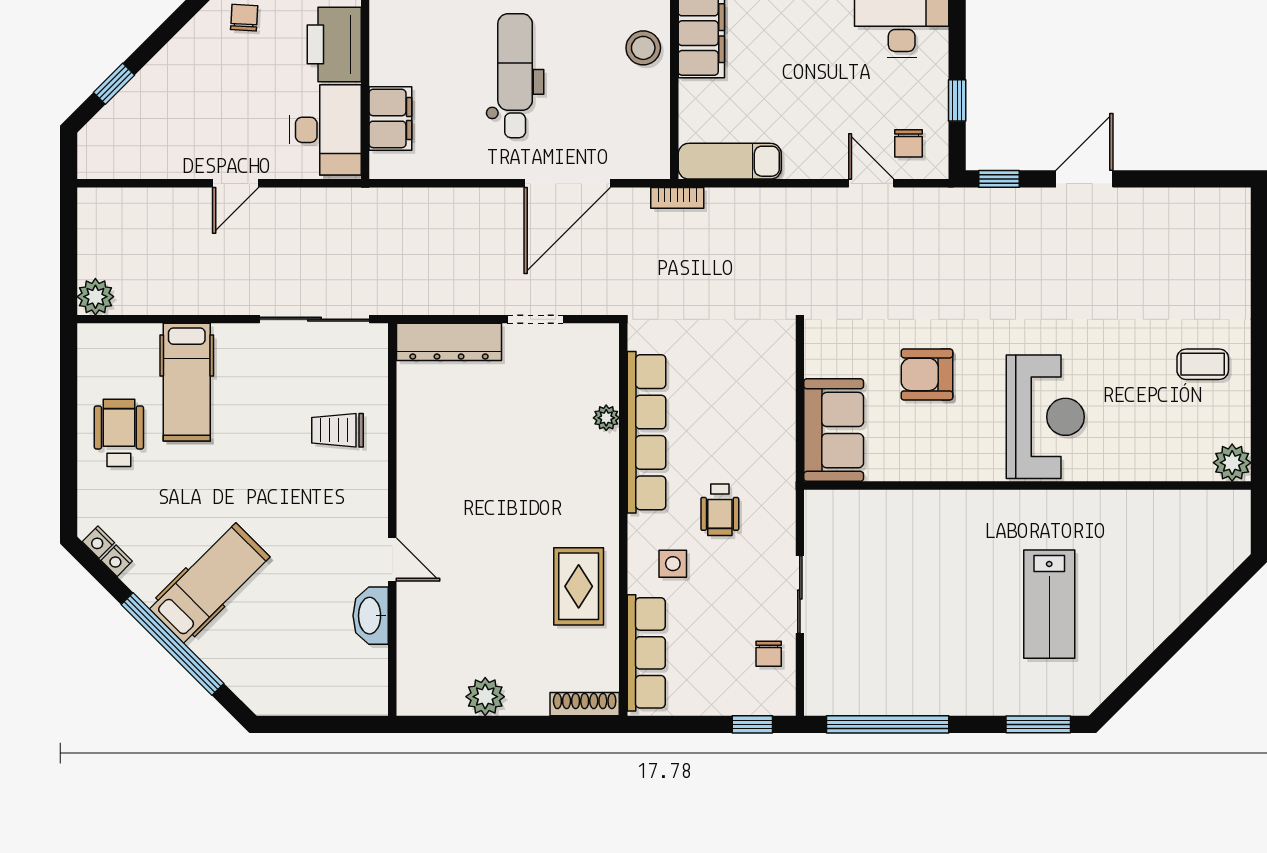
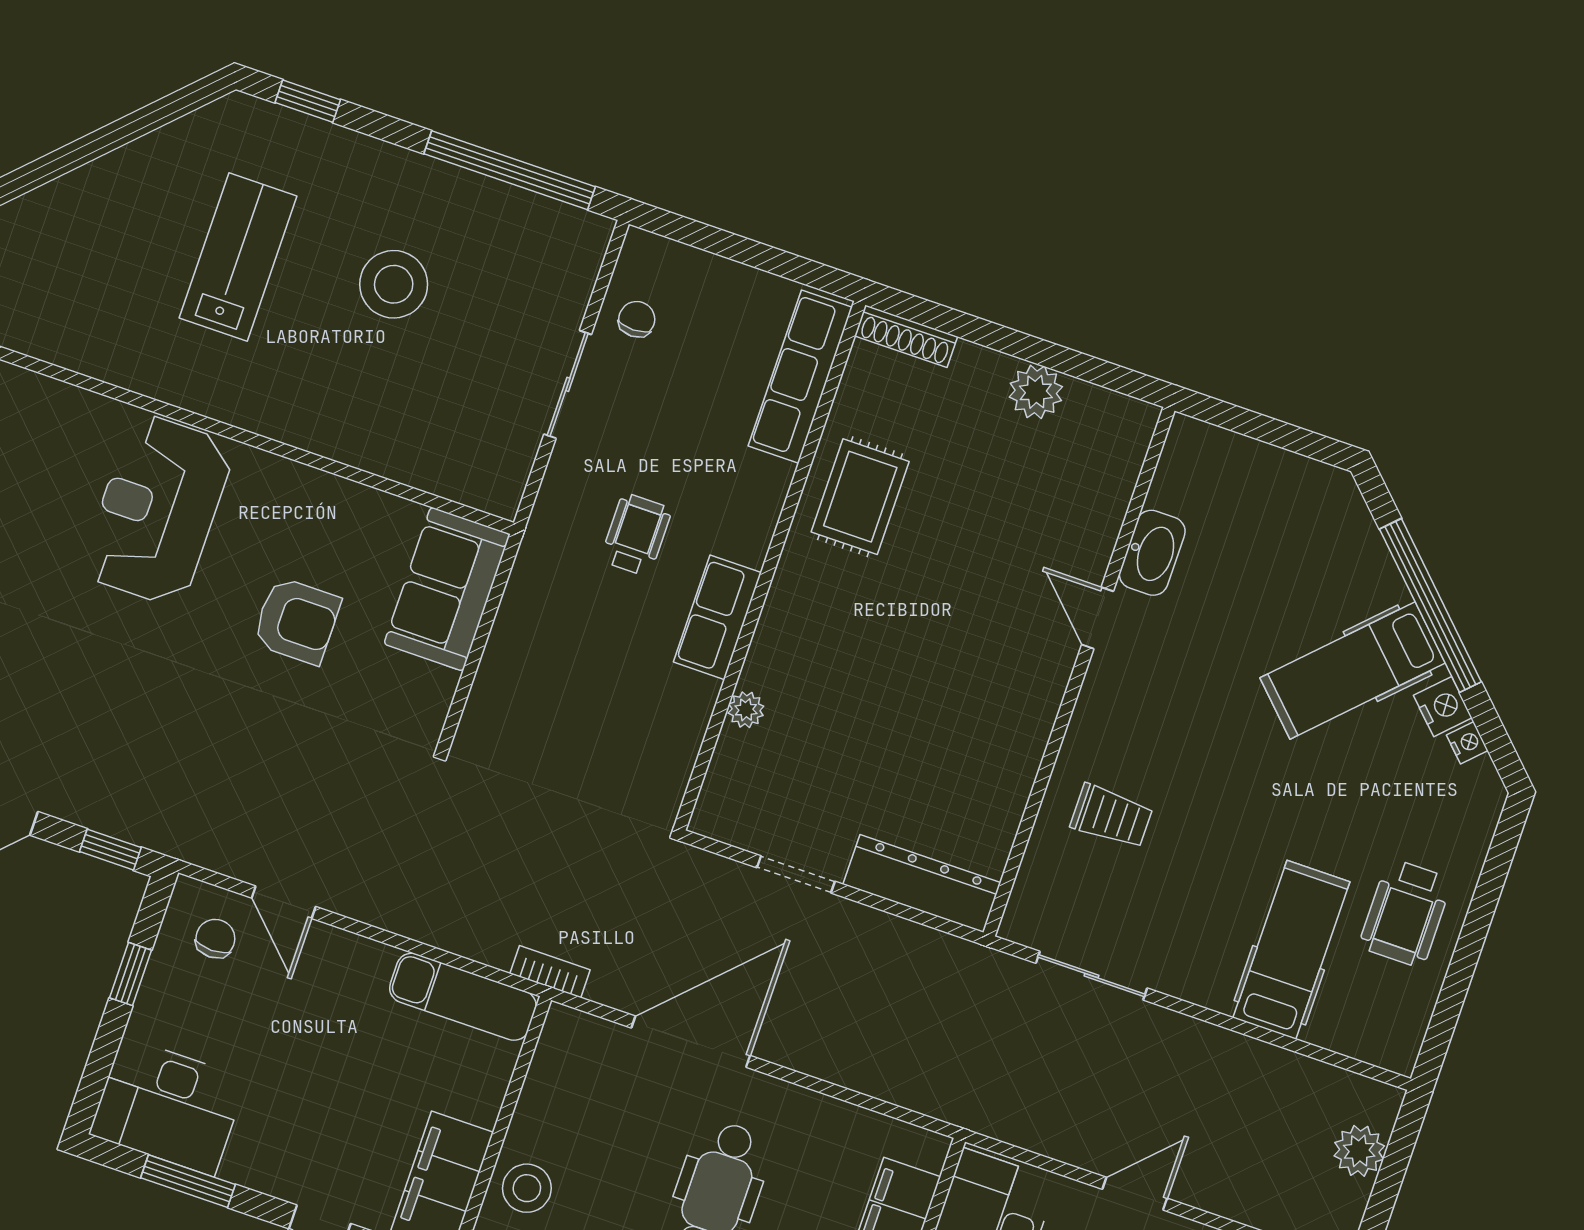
plant: (95, 297) -> (1359, 1151), moved
sliding door: (314, 319) -> (1091, 976), width x0.73
row of seats: (646, 432) -> (717, 617), width x0.50
nightstand: (98, 542) -> (1443, 707), moved, width x1.39, depth x1.35
side table: (673, 564) -> (724, 484), removed
stool: (939, 622) -> (394, 284), added
window: (752, 724) -> (691, 232), removed
window: (1038, 724) -> (308, 101), width x0.67

